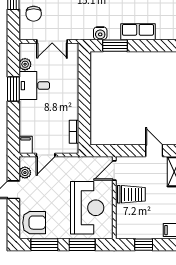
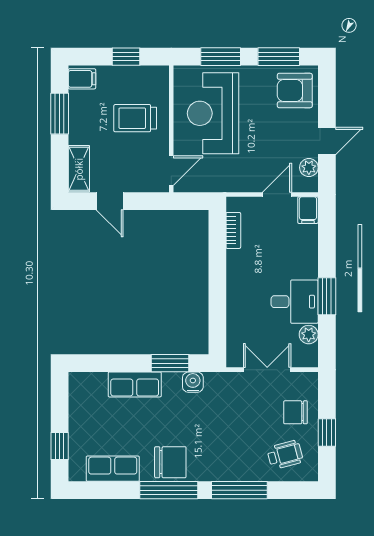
chair: (34, 14) -> (296, 412), turned -90
trolley: (131, 194) -> (135, 118), moved

